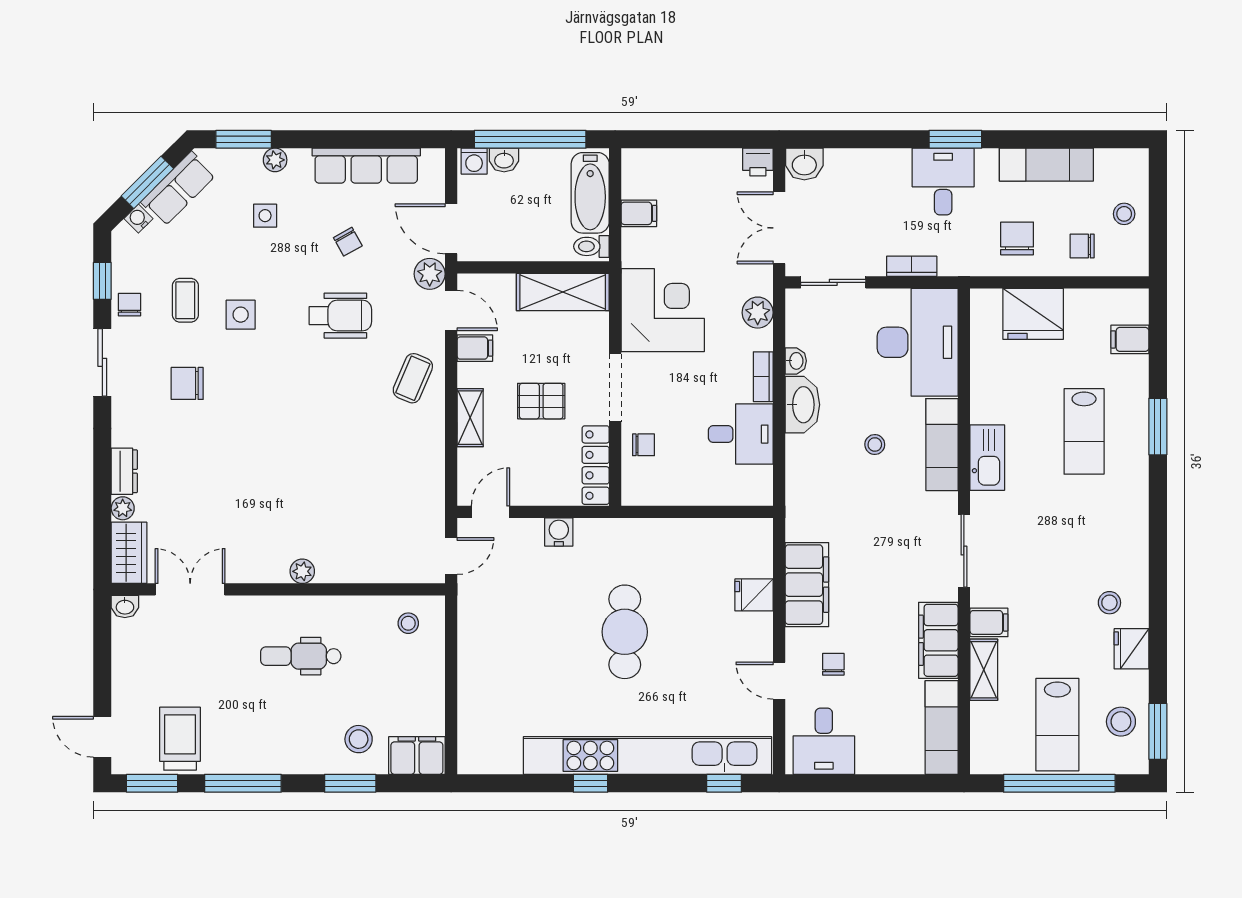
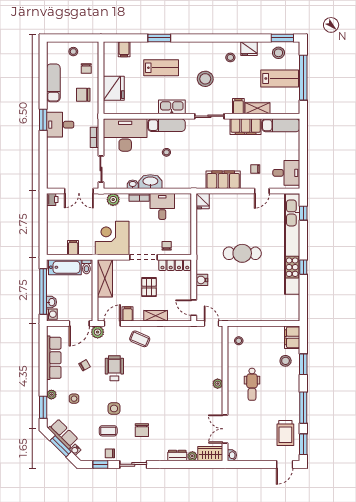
washbasin: (804, 164) -> (53, 181), removed
stool: (1057, 540) -> (205, 79), added
fridge: (754, 595) -> (203, 201), moved
trolley: (180, 739) -> (285, 433), turned -90

